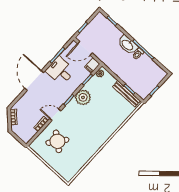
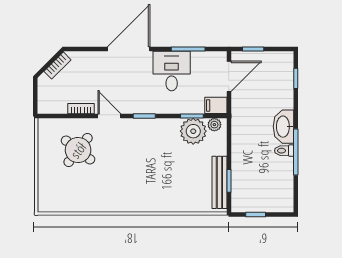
door: (85, 48) -> (229, 76), swing flipped
plant: (83, 97) -> (193, 131), moved

